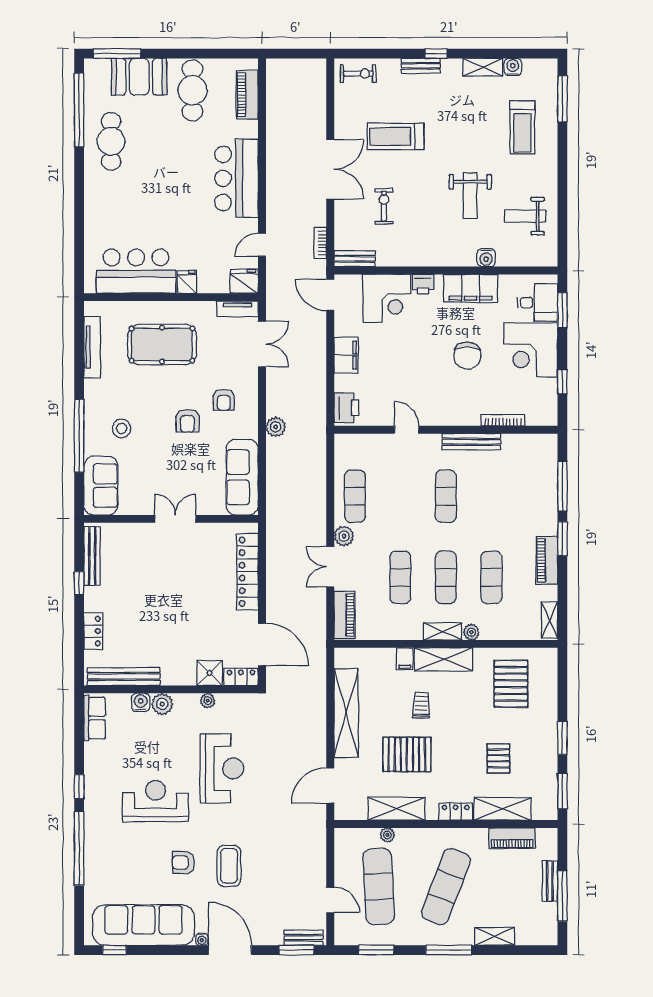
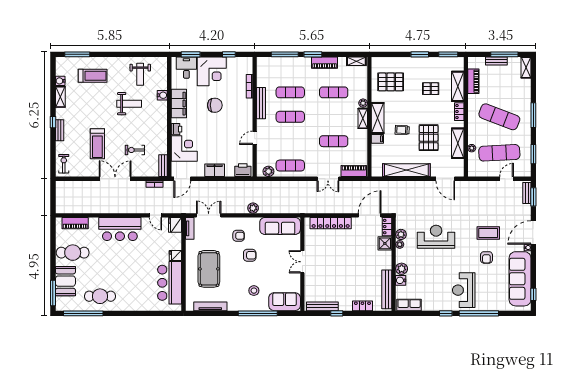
plant: (344, 536) -> (268, 171), moved
exercise mat: (446, 577) -> (290, 92), moved
plant: (226, 703) -> (401, 234), added
reception desk: (156, 801) -> (464, 290), moved
shelving: (495, 936) -> (526, 68), moved

